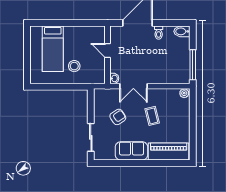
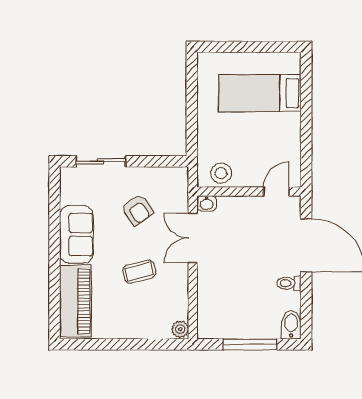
door: (108, 51) -> (276, 192), moved
window: (193, 65) -> (250, 344), moved
stool: (74, 66) -> (221, 173), moved

